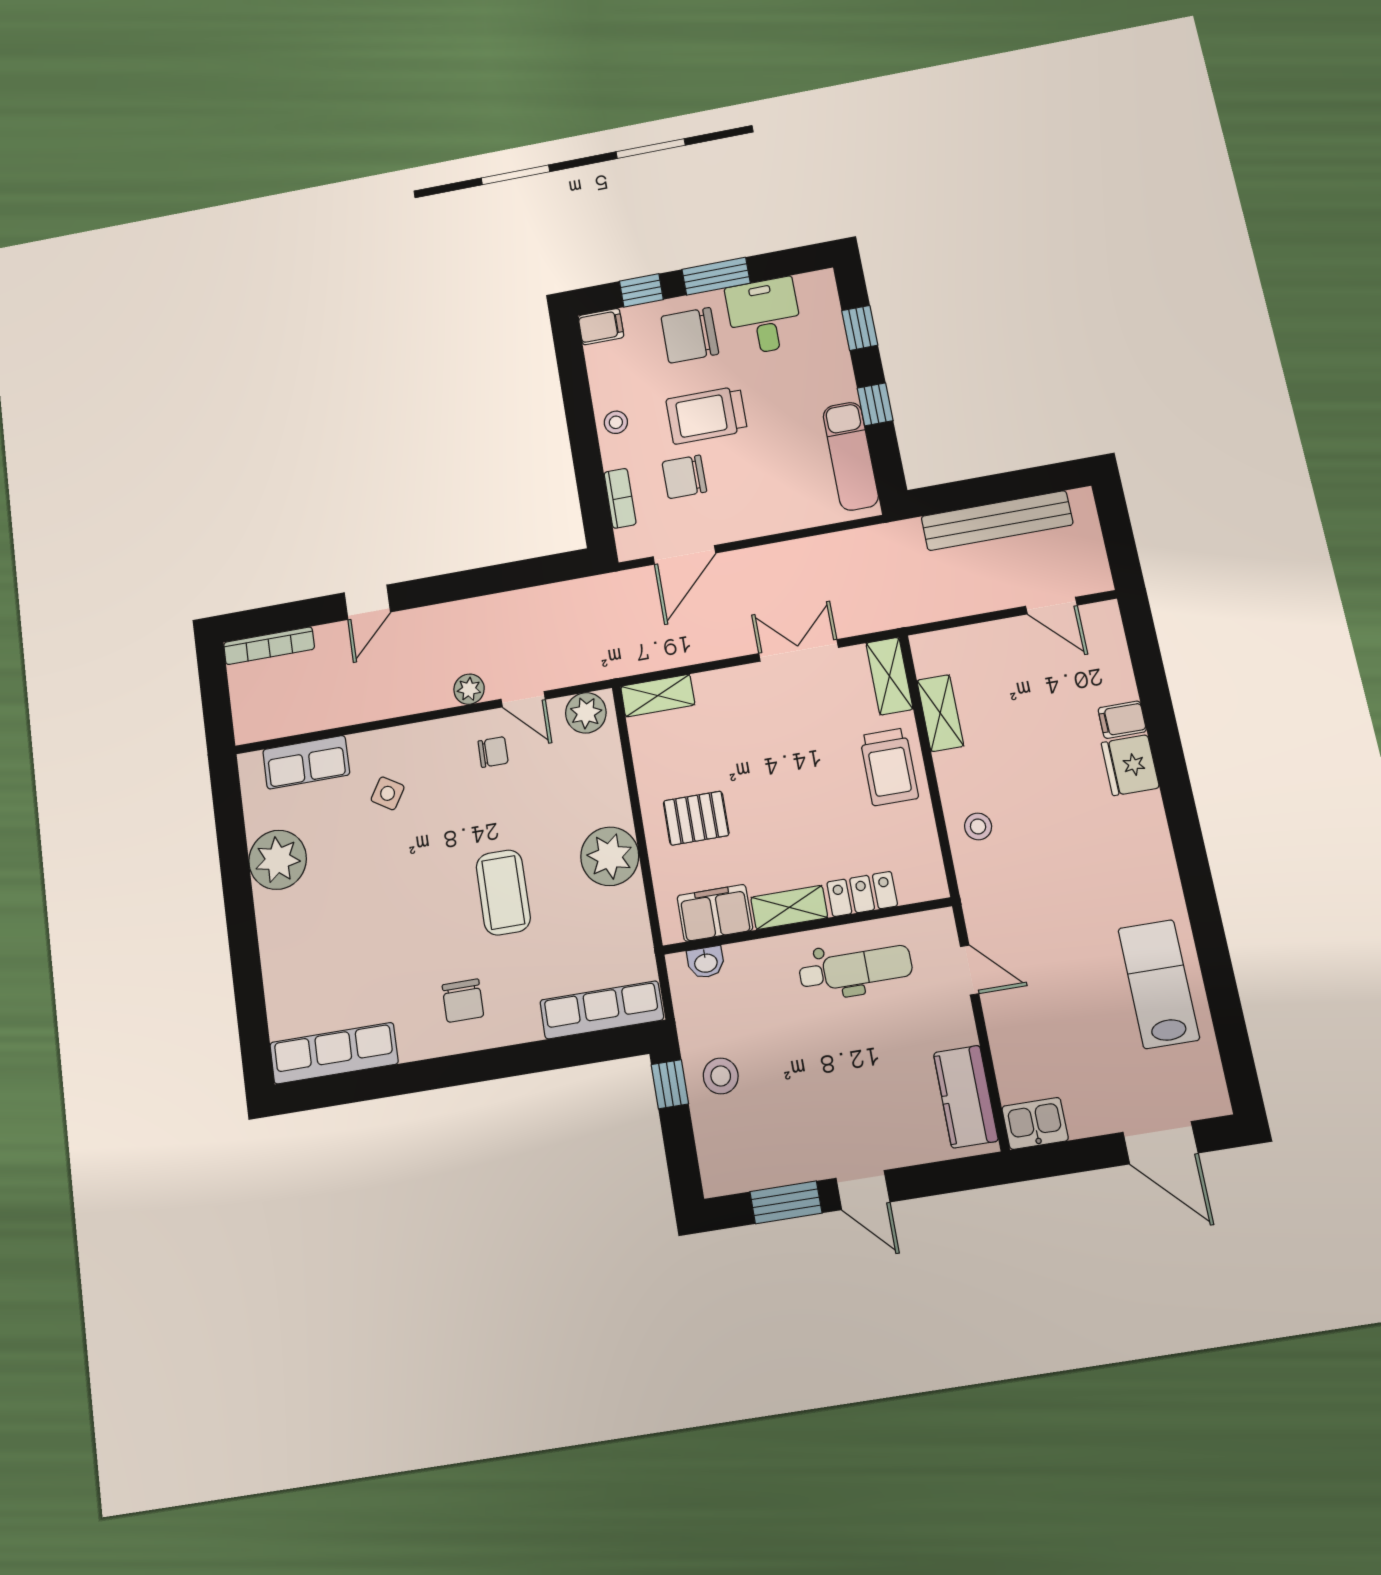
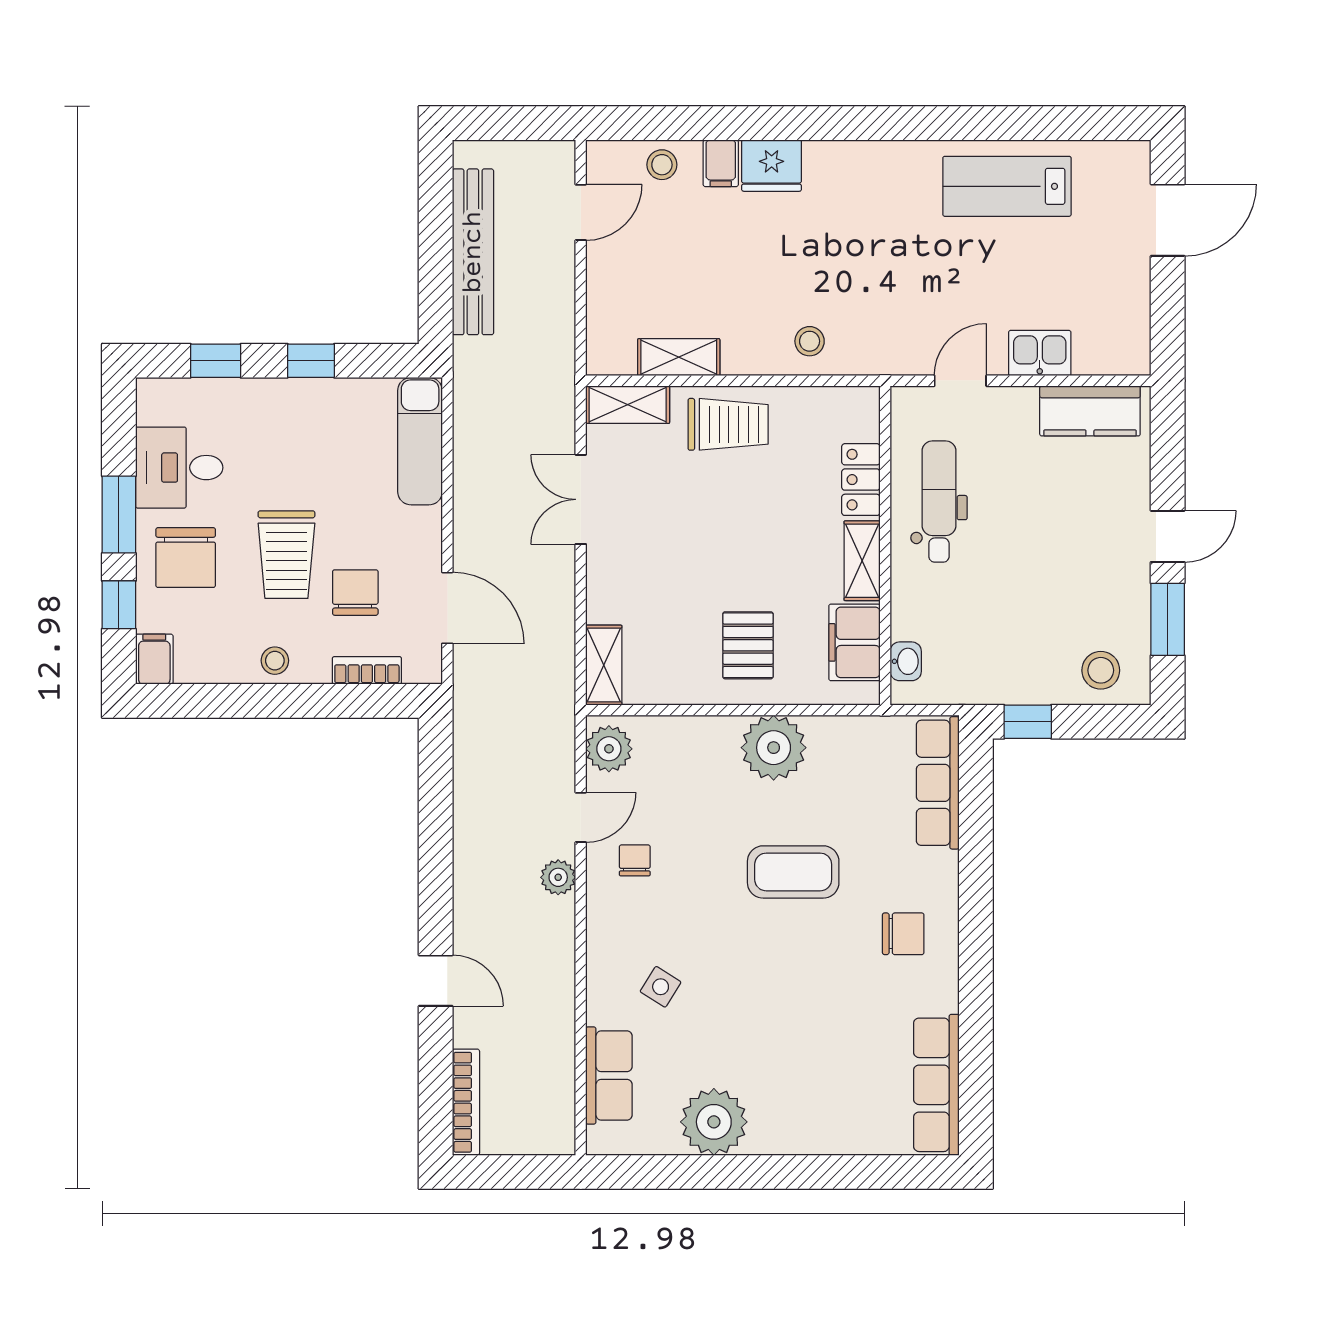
exam couch: (851, 456) -> (420, 441), moved, turned 90
chair: (684, 477) -> (355, 593), turned 180
stool: (1109, 668) -> (662, 165), added
stool: (721, 1076) -> (1101, 670), moved
kitchen sink: (1035, 1123) -> (1040, 353), moved, turned 90

